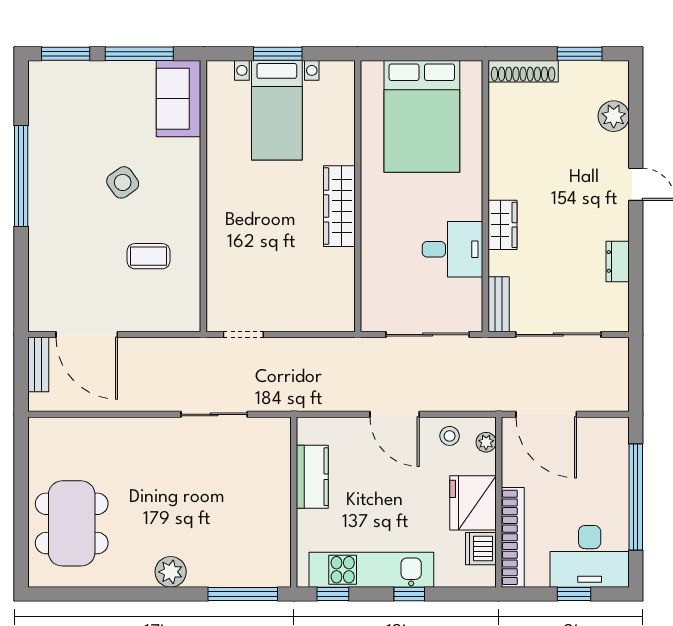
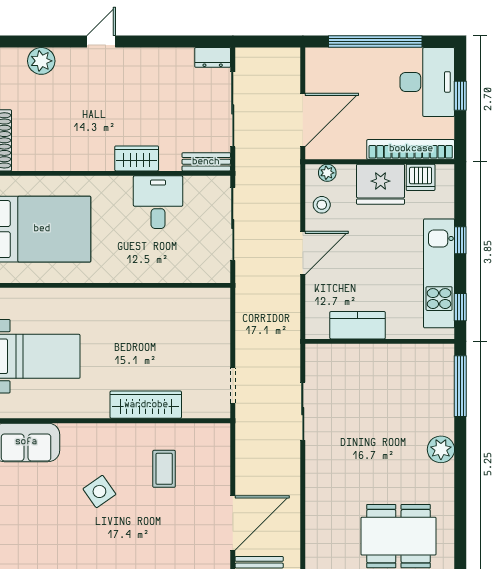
wardrobe: (339, 206) -> (146, 405), moved, turned 180
dresser: (618, 261) -> (213, 57), moved

